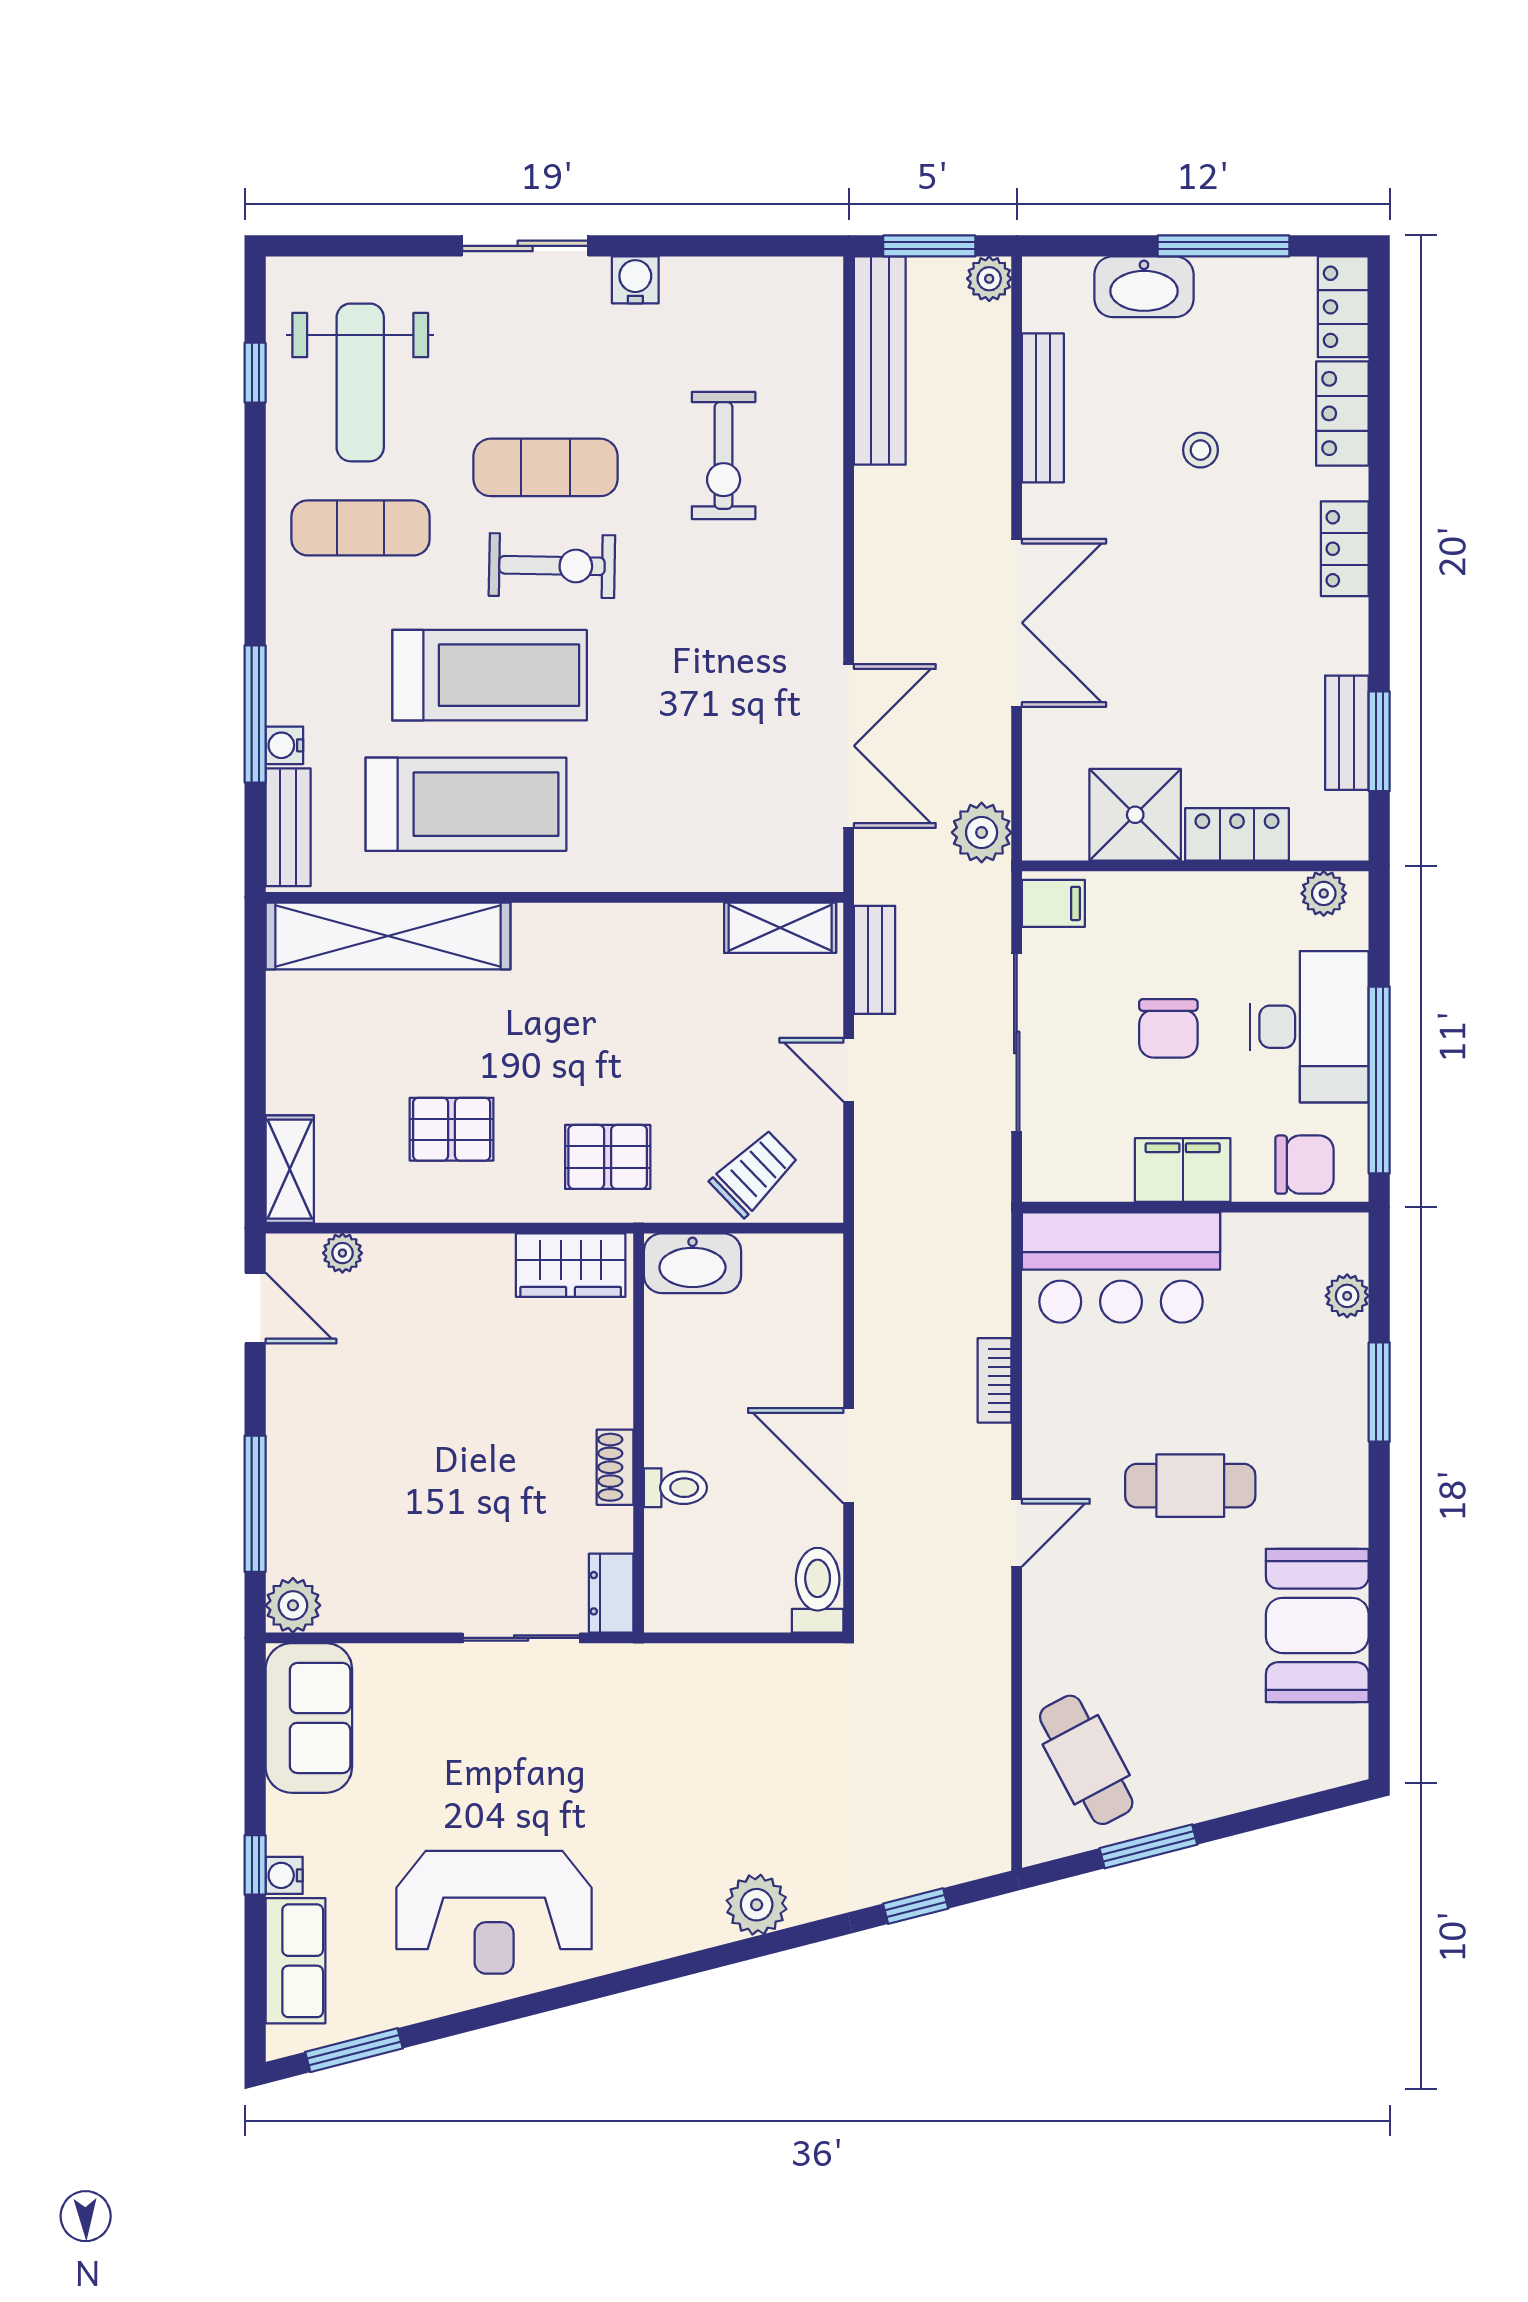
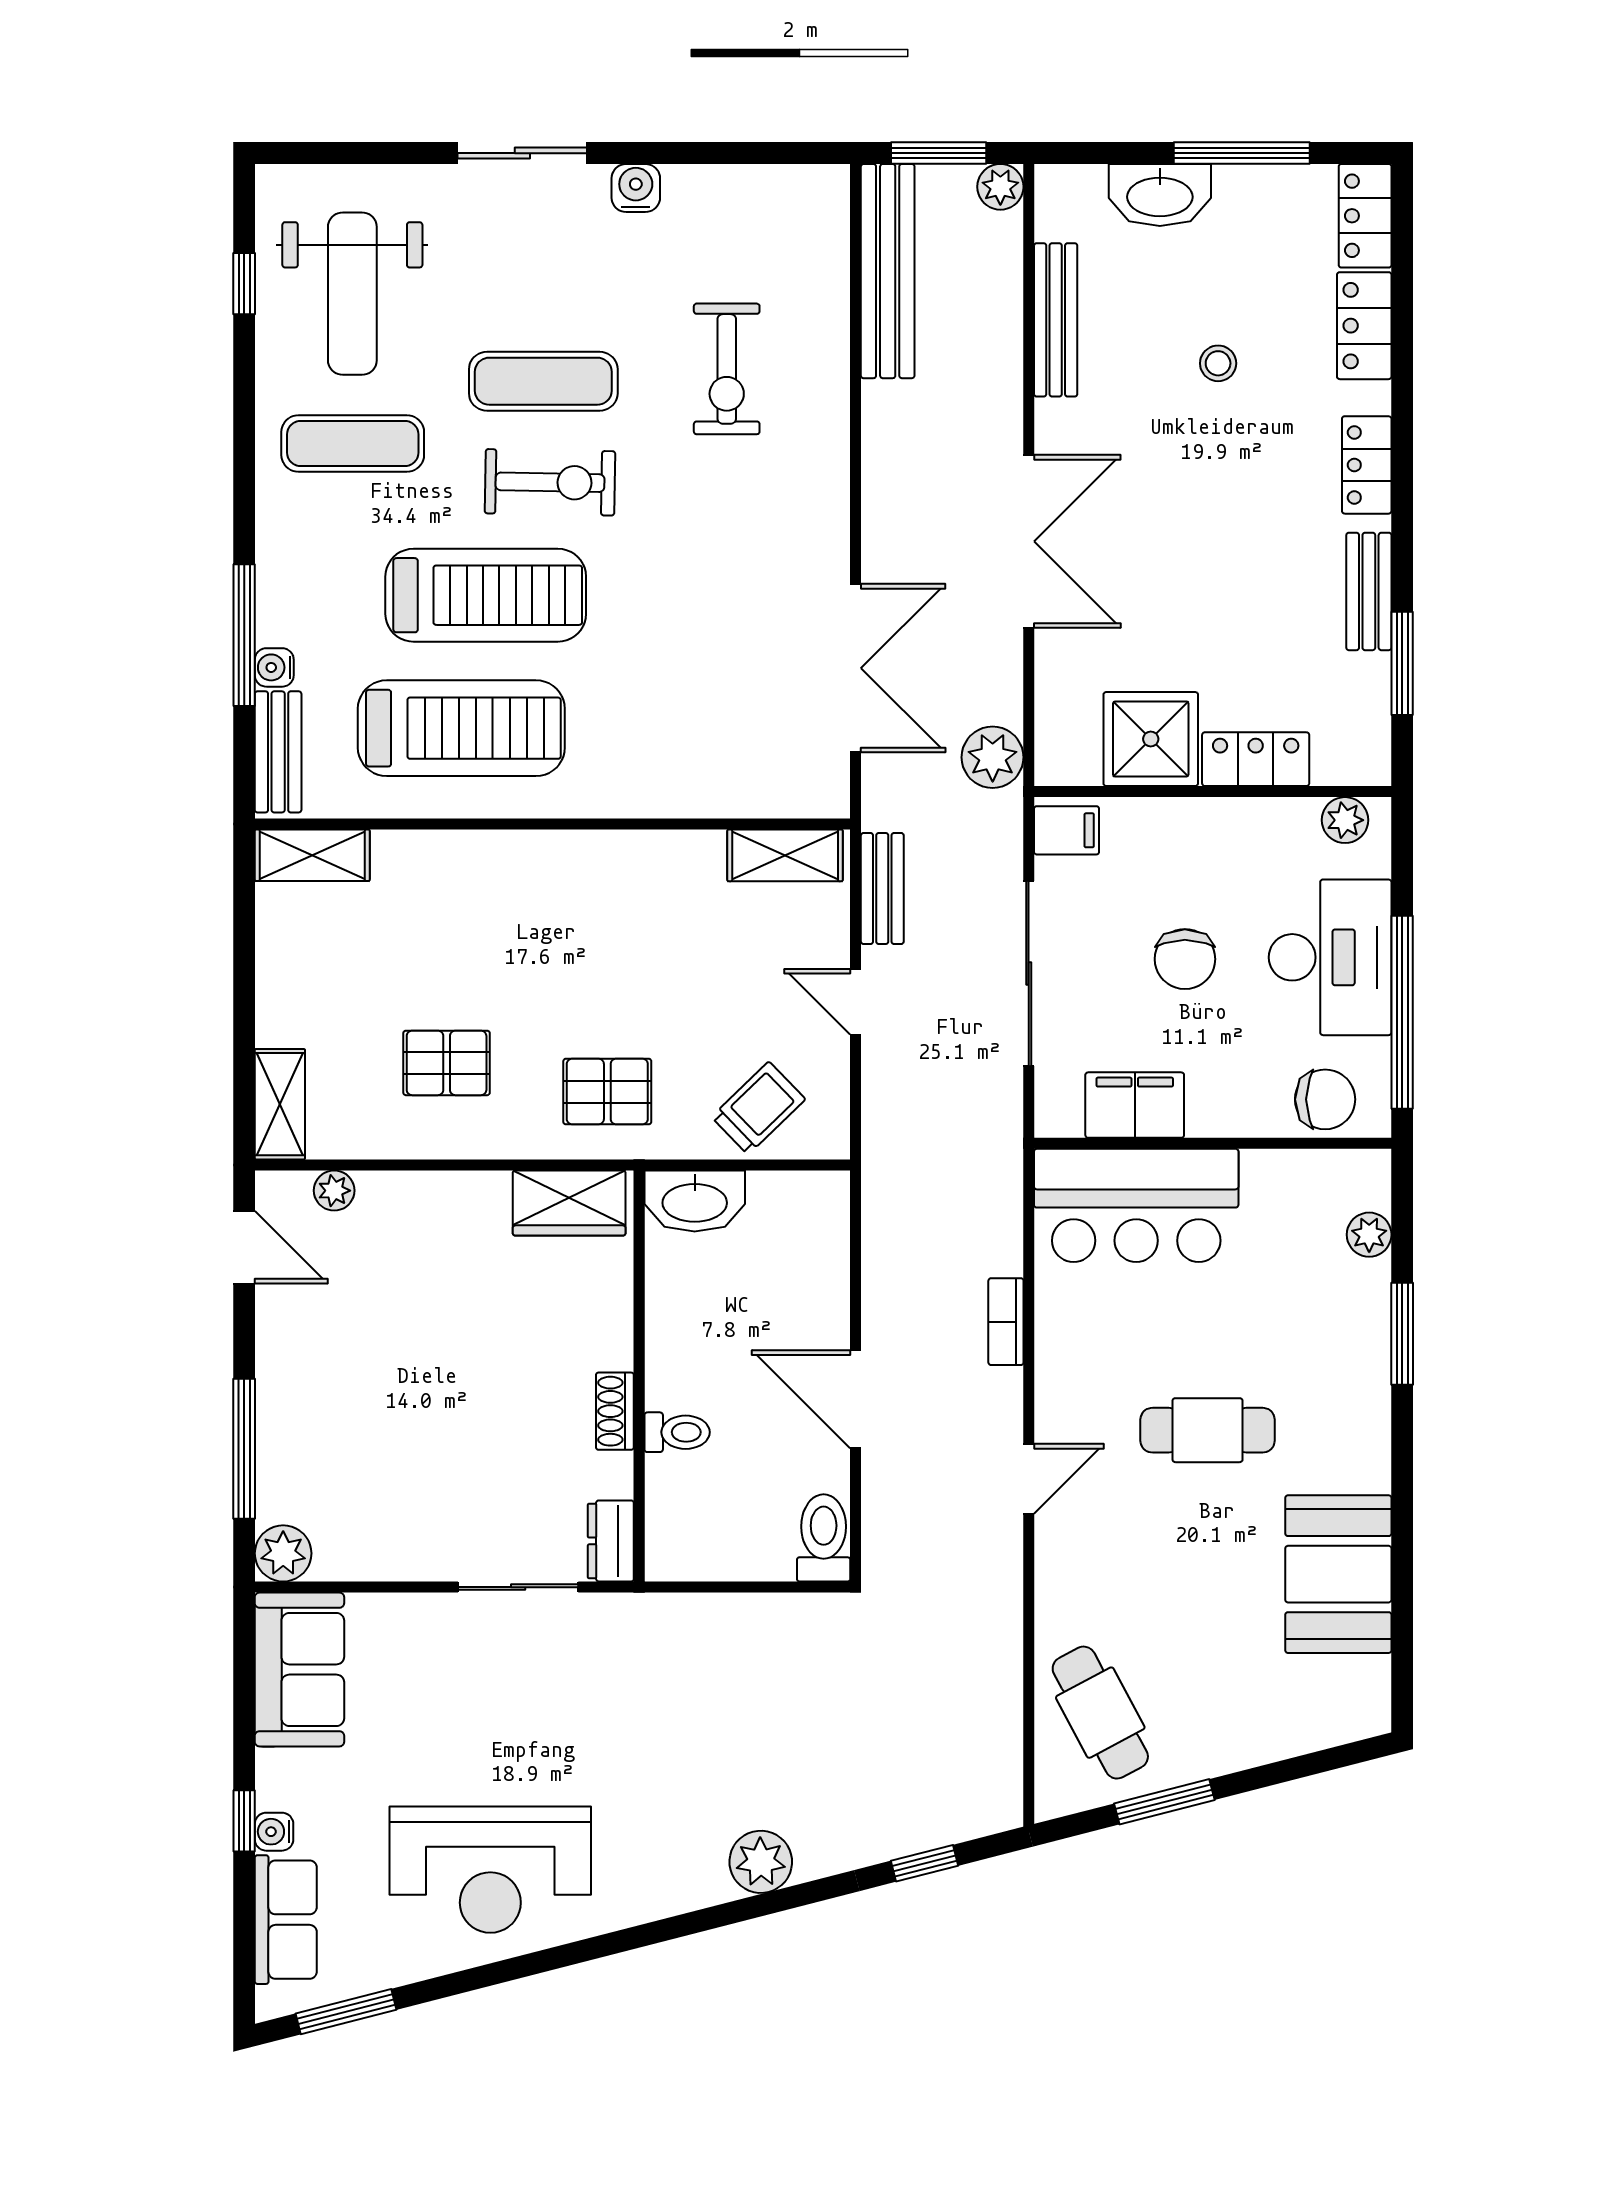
bench: (1347, 733) -> (1369, 591), moved
shelving: (388, 936) -> (312, 855), width x0.45, depth x0.75
filing cabinet: (1183, 1170) -> (1135, 1105), moved

